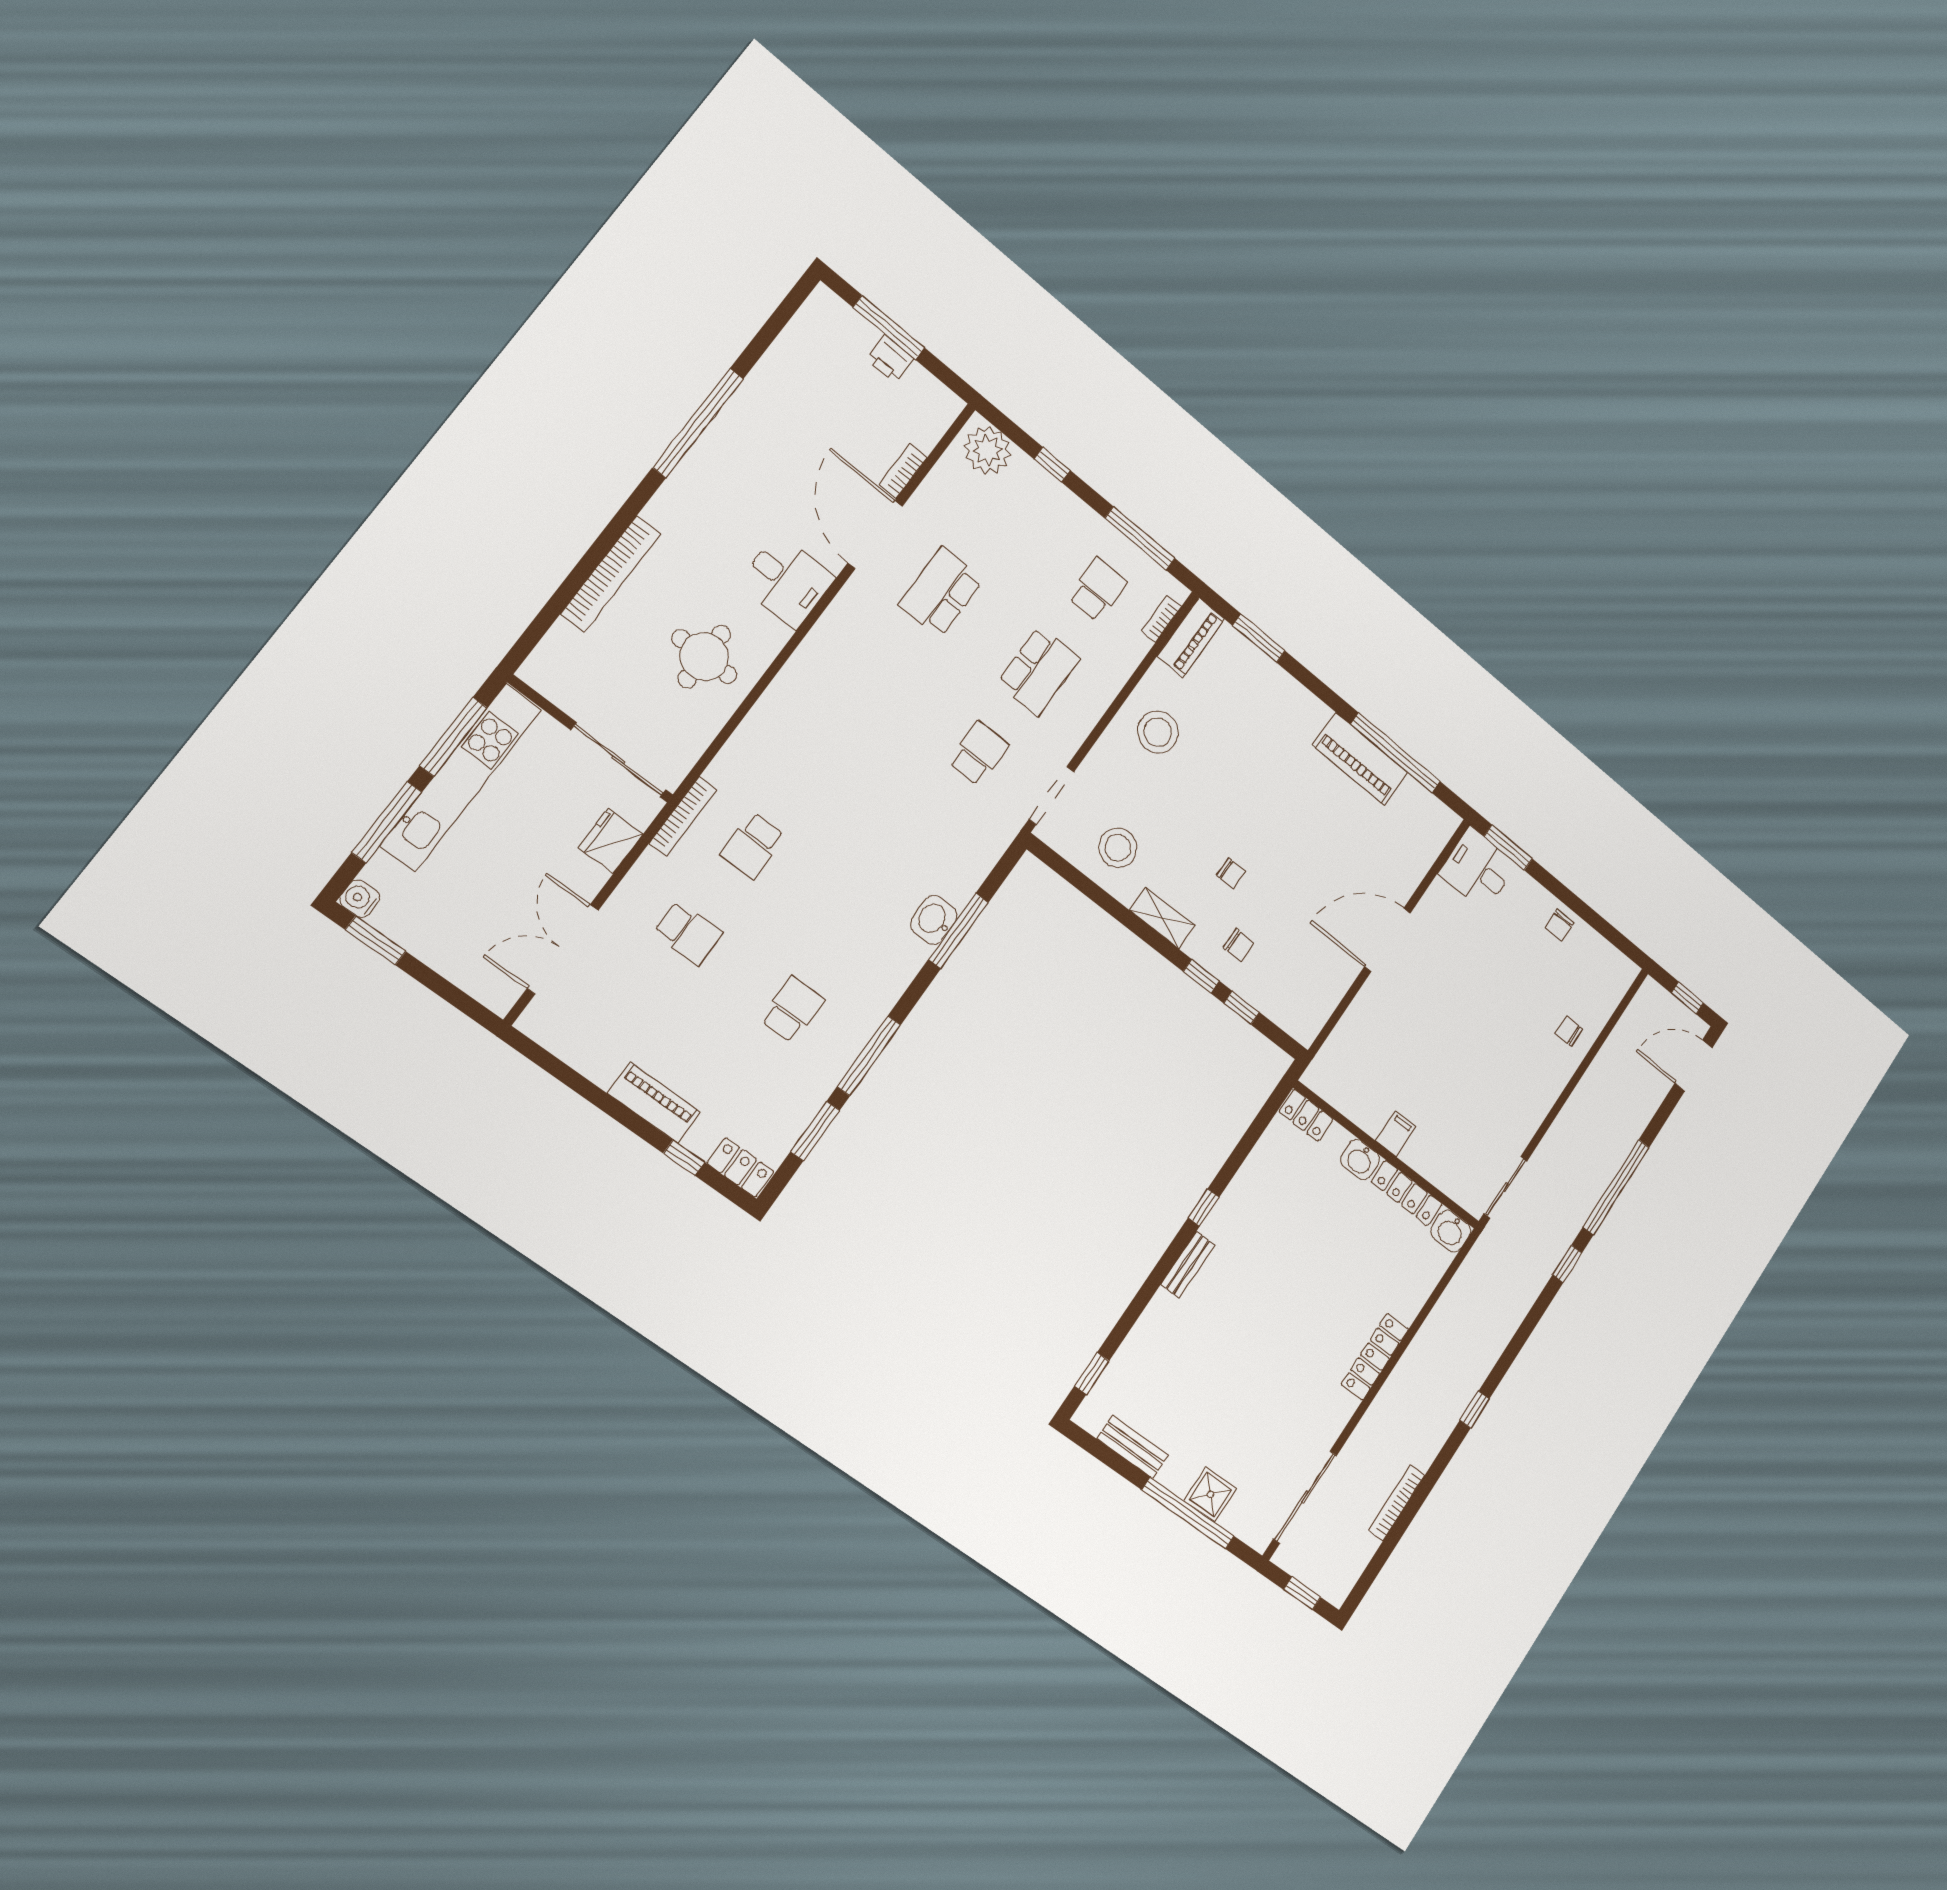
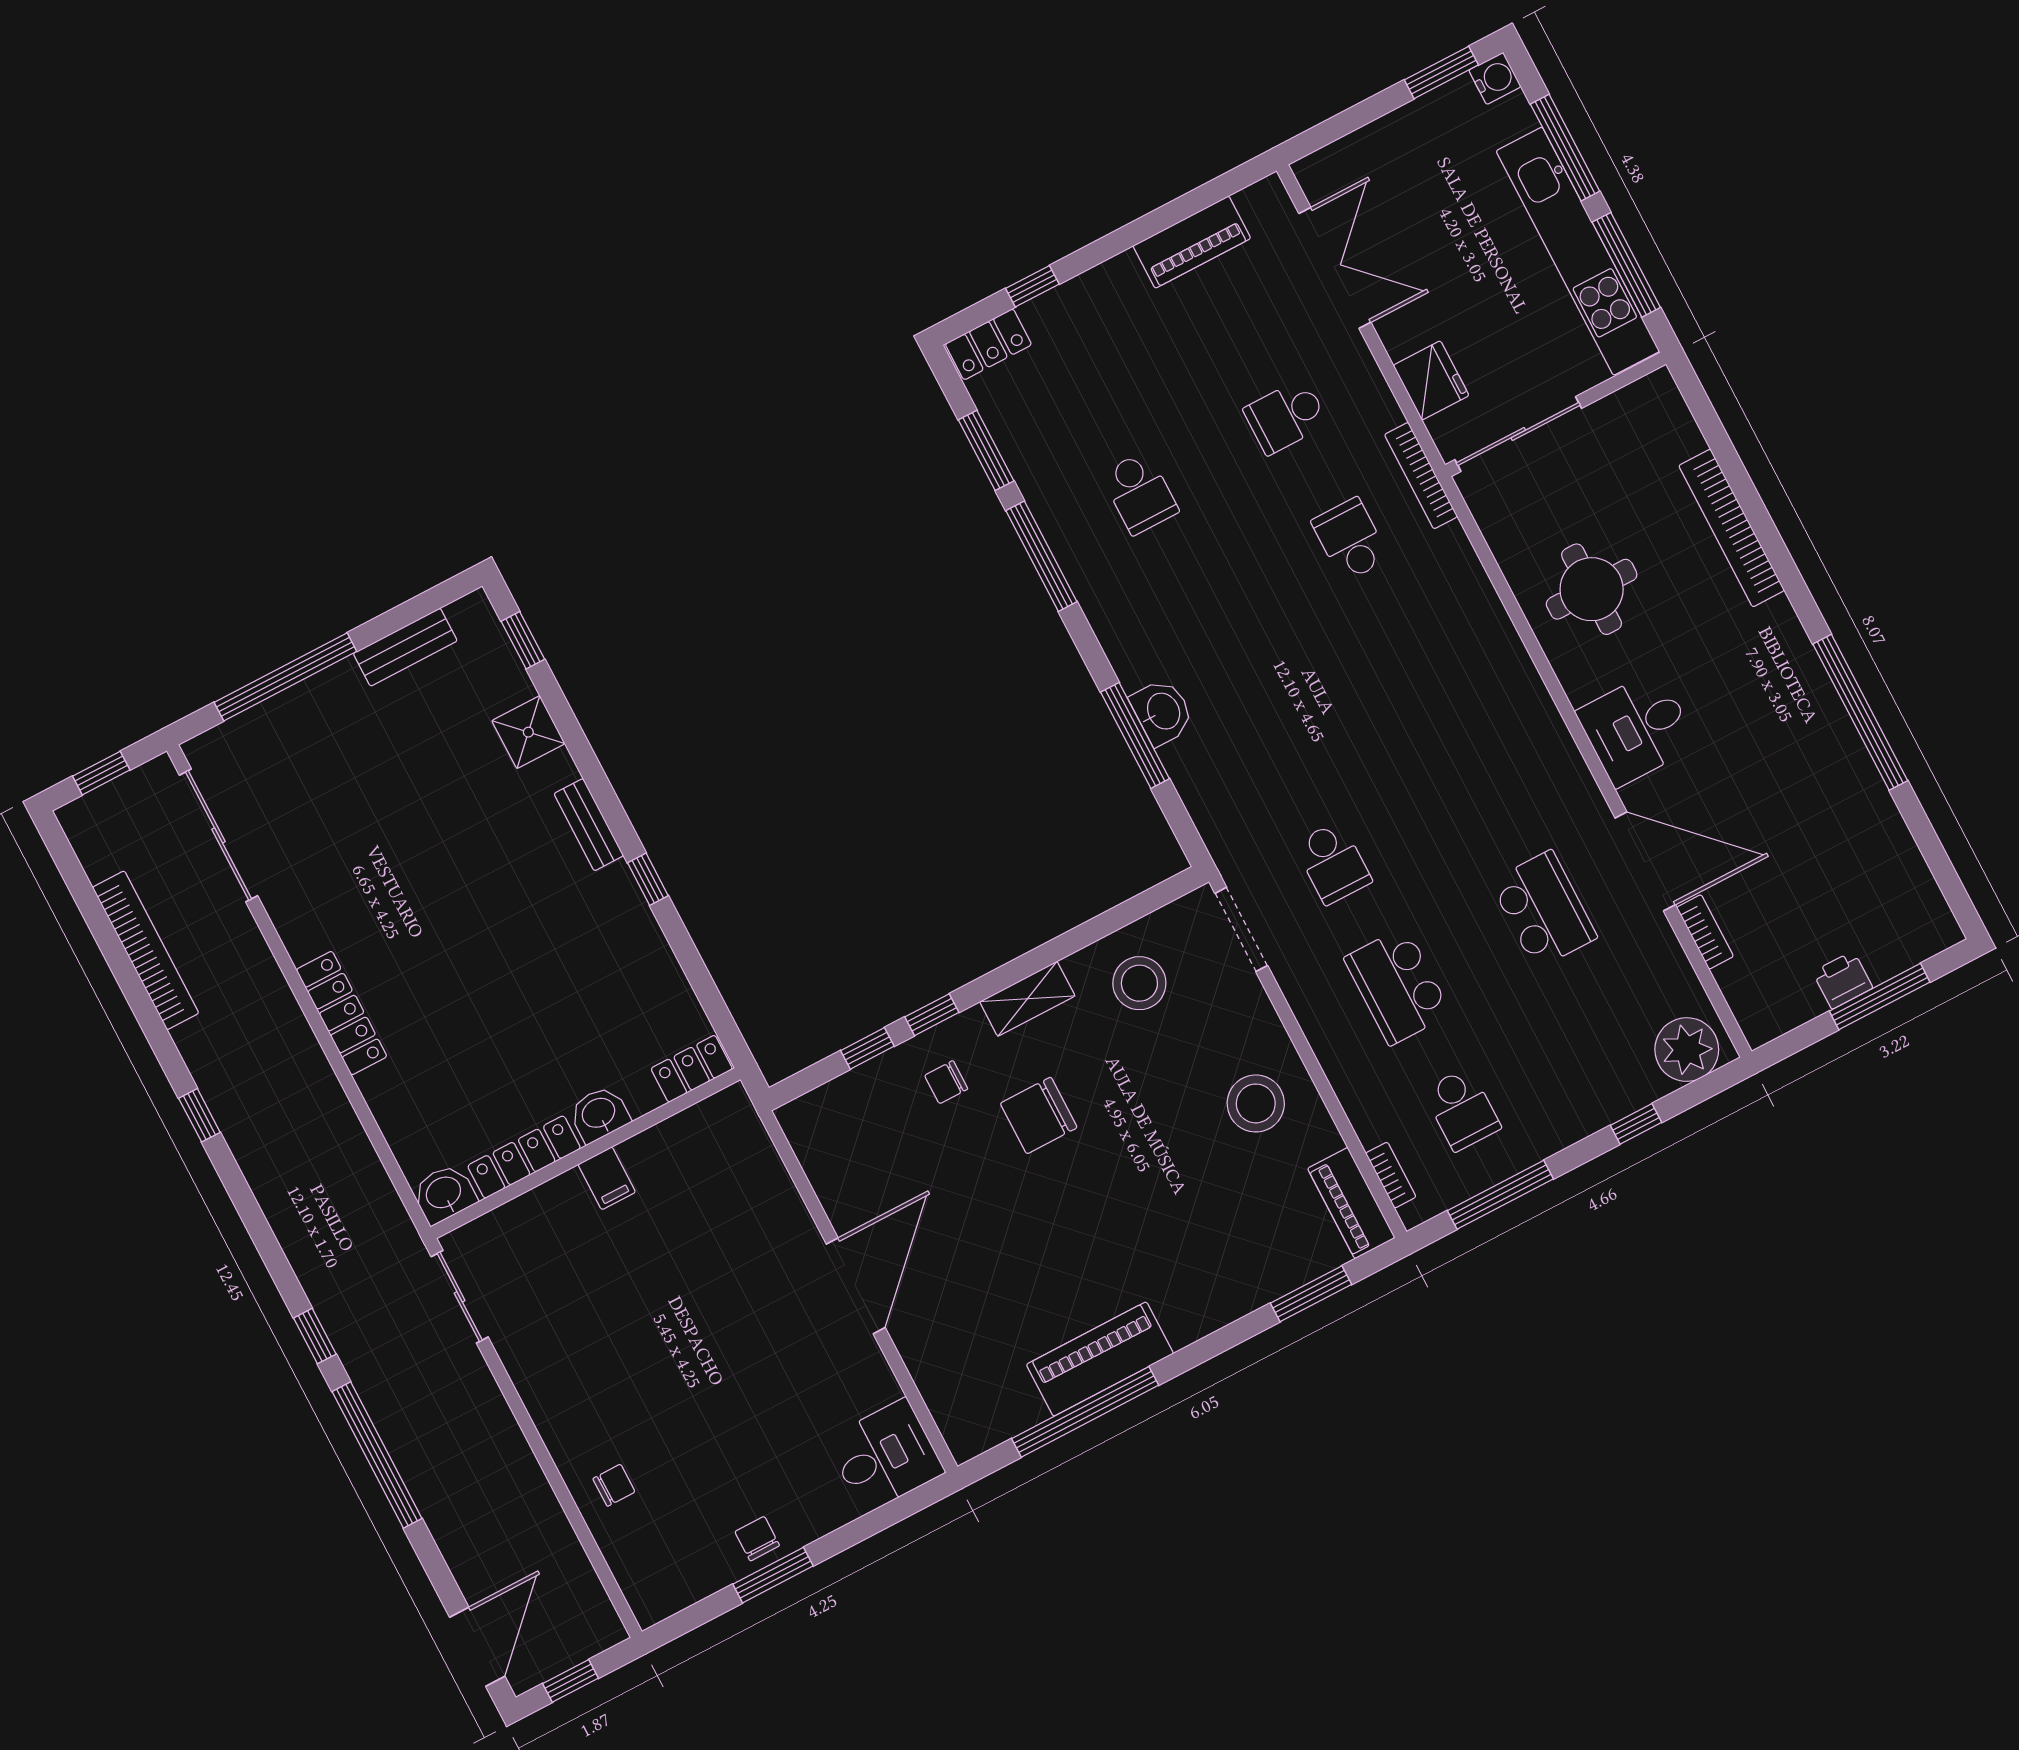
window: (1508, 848) -> (773, 1575), moved
chair: (1231, 874) -> (1039, 1115), width x1.87, depth x1.87
piano: (654, 1103) -> (1192, 242), moved
shower: (1210, 1494) -> (528, 732), moved
bookcase: (1397, 1503) -> (146, 950), width x1.48, depth x1.31

